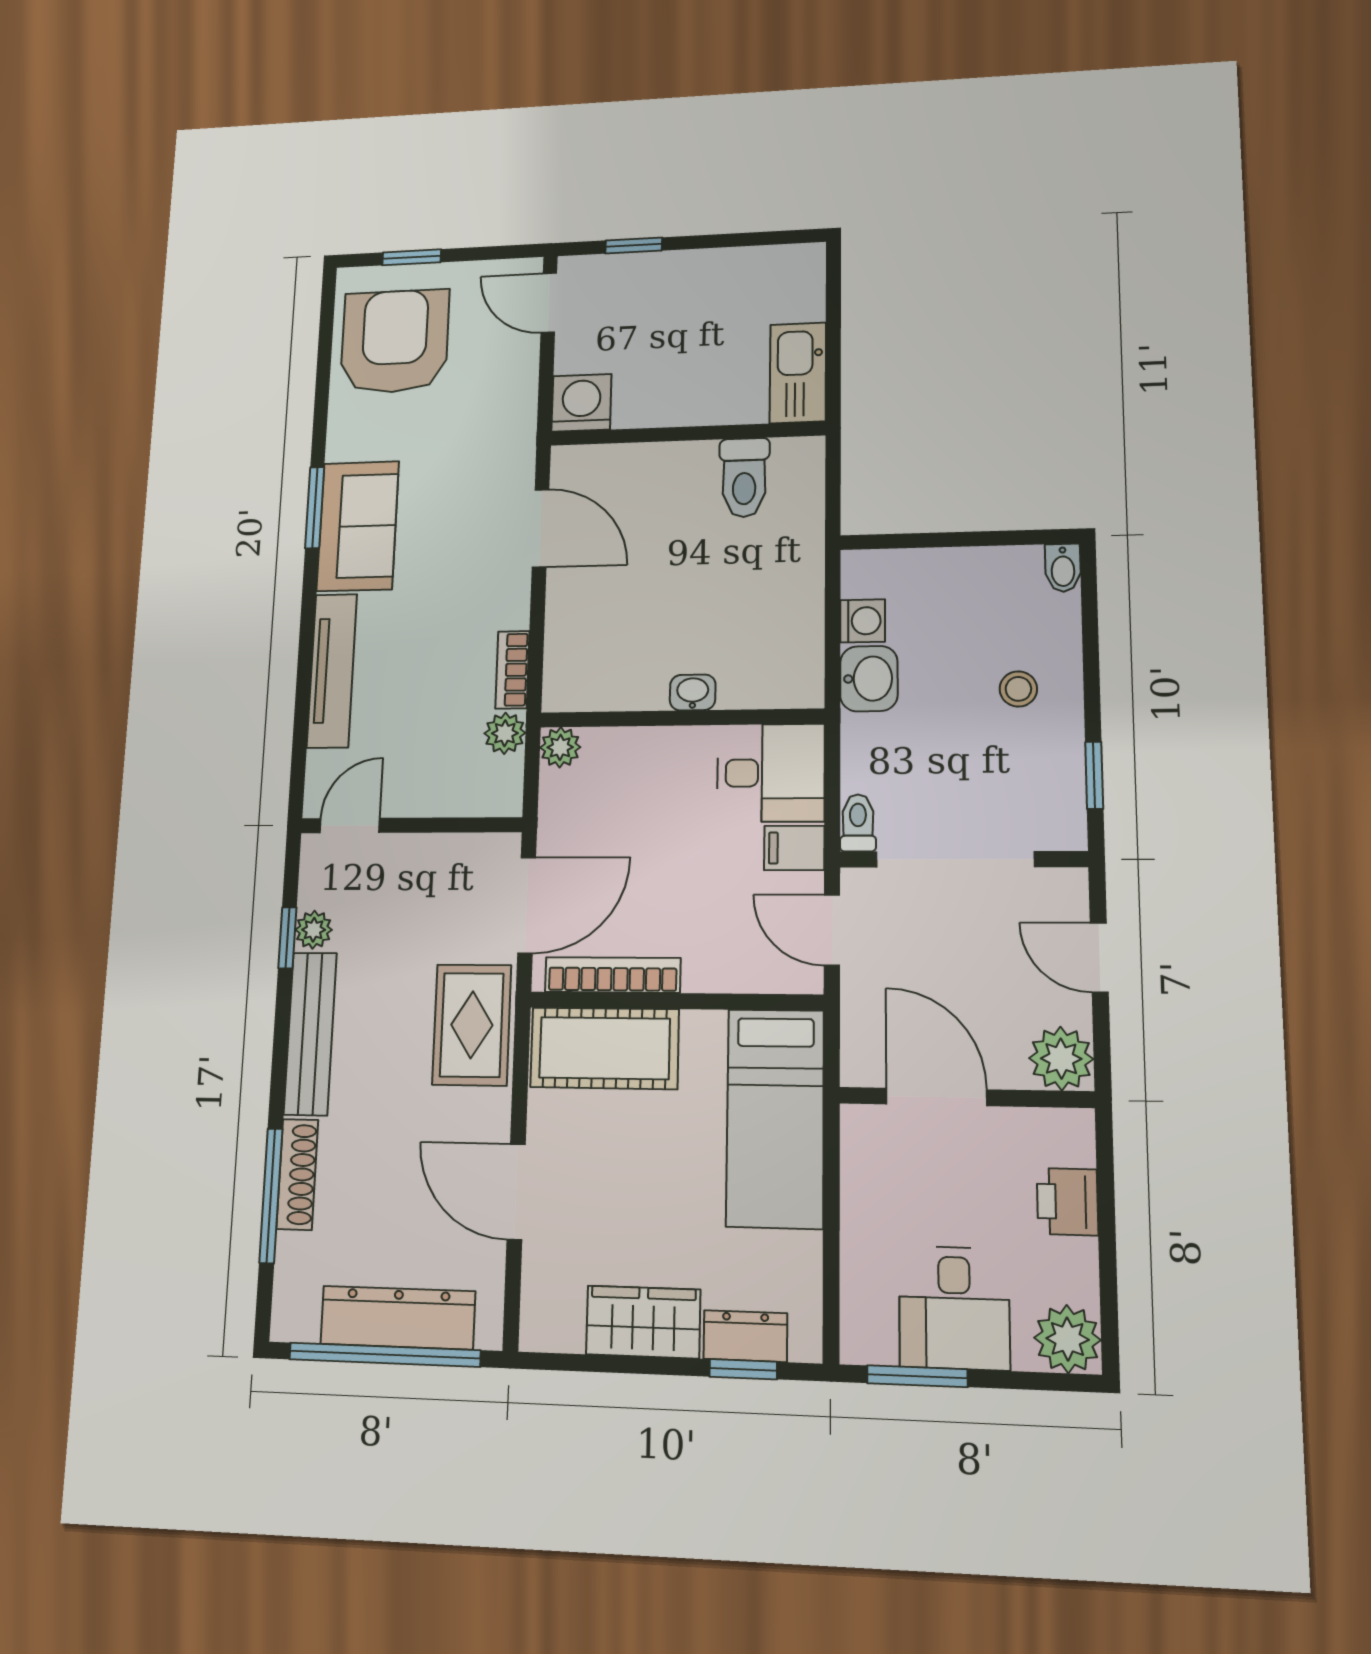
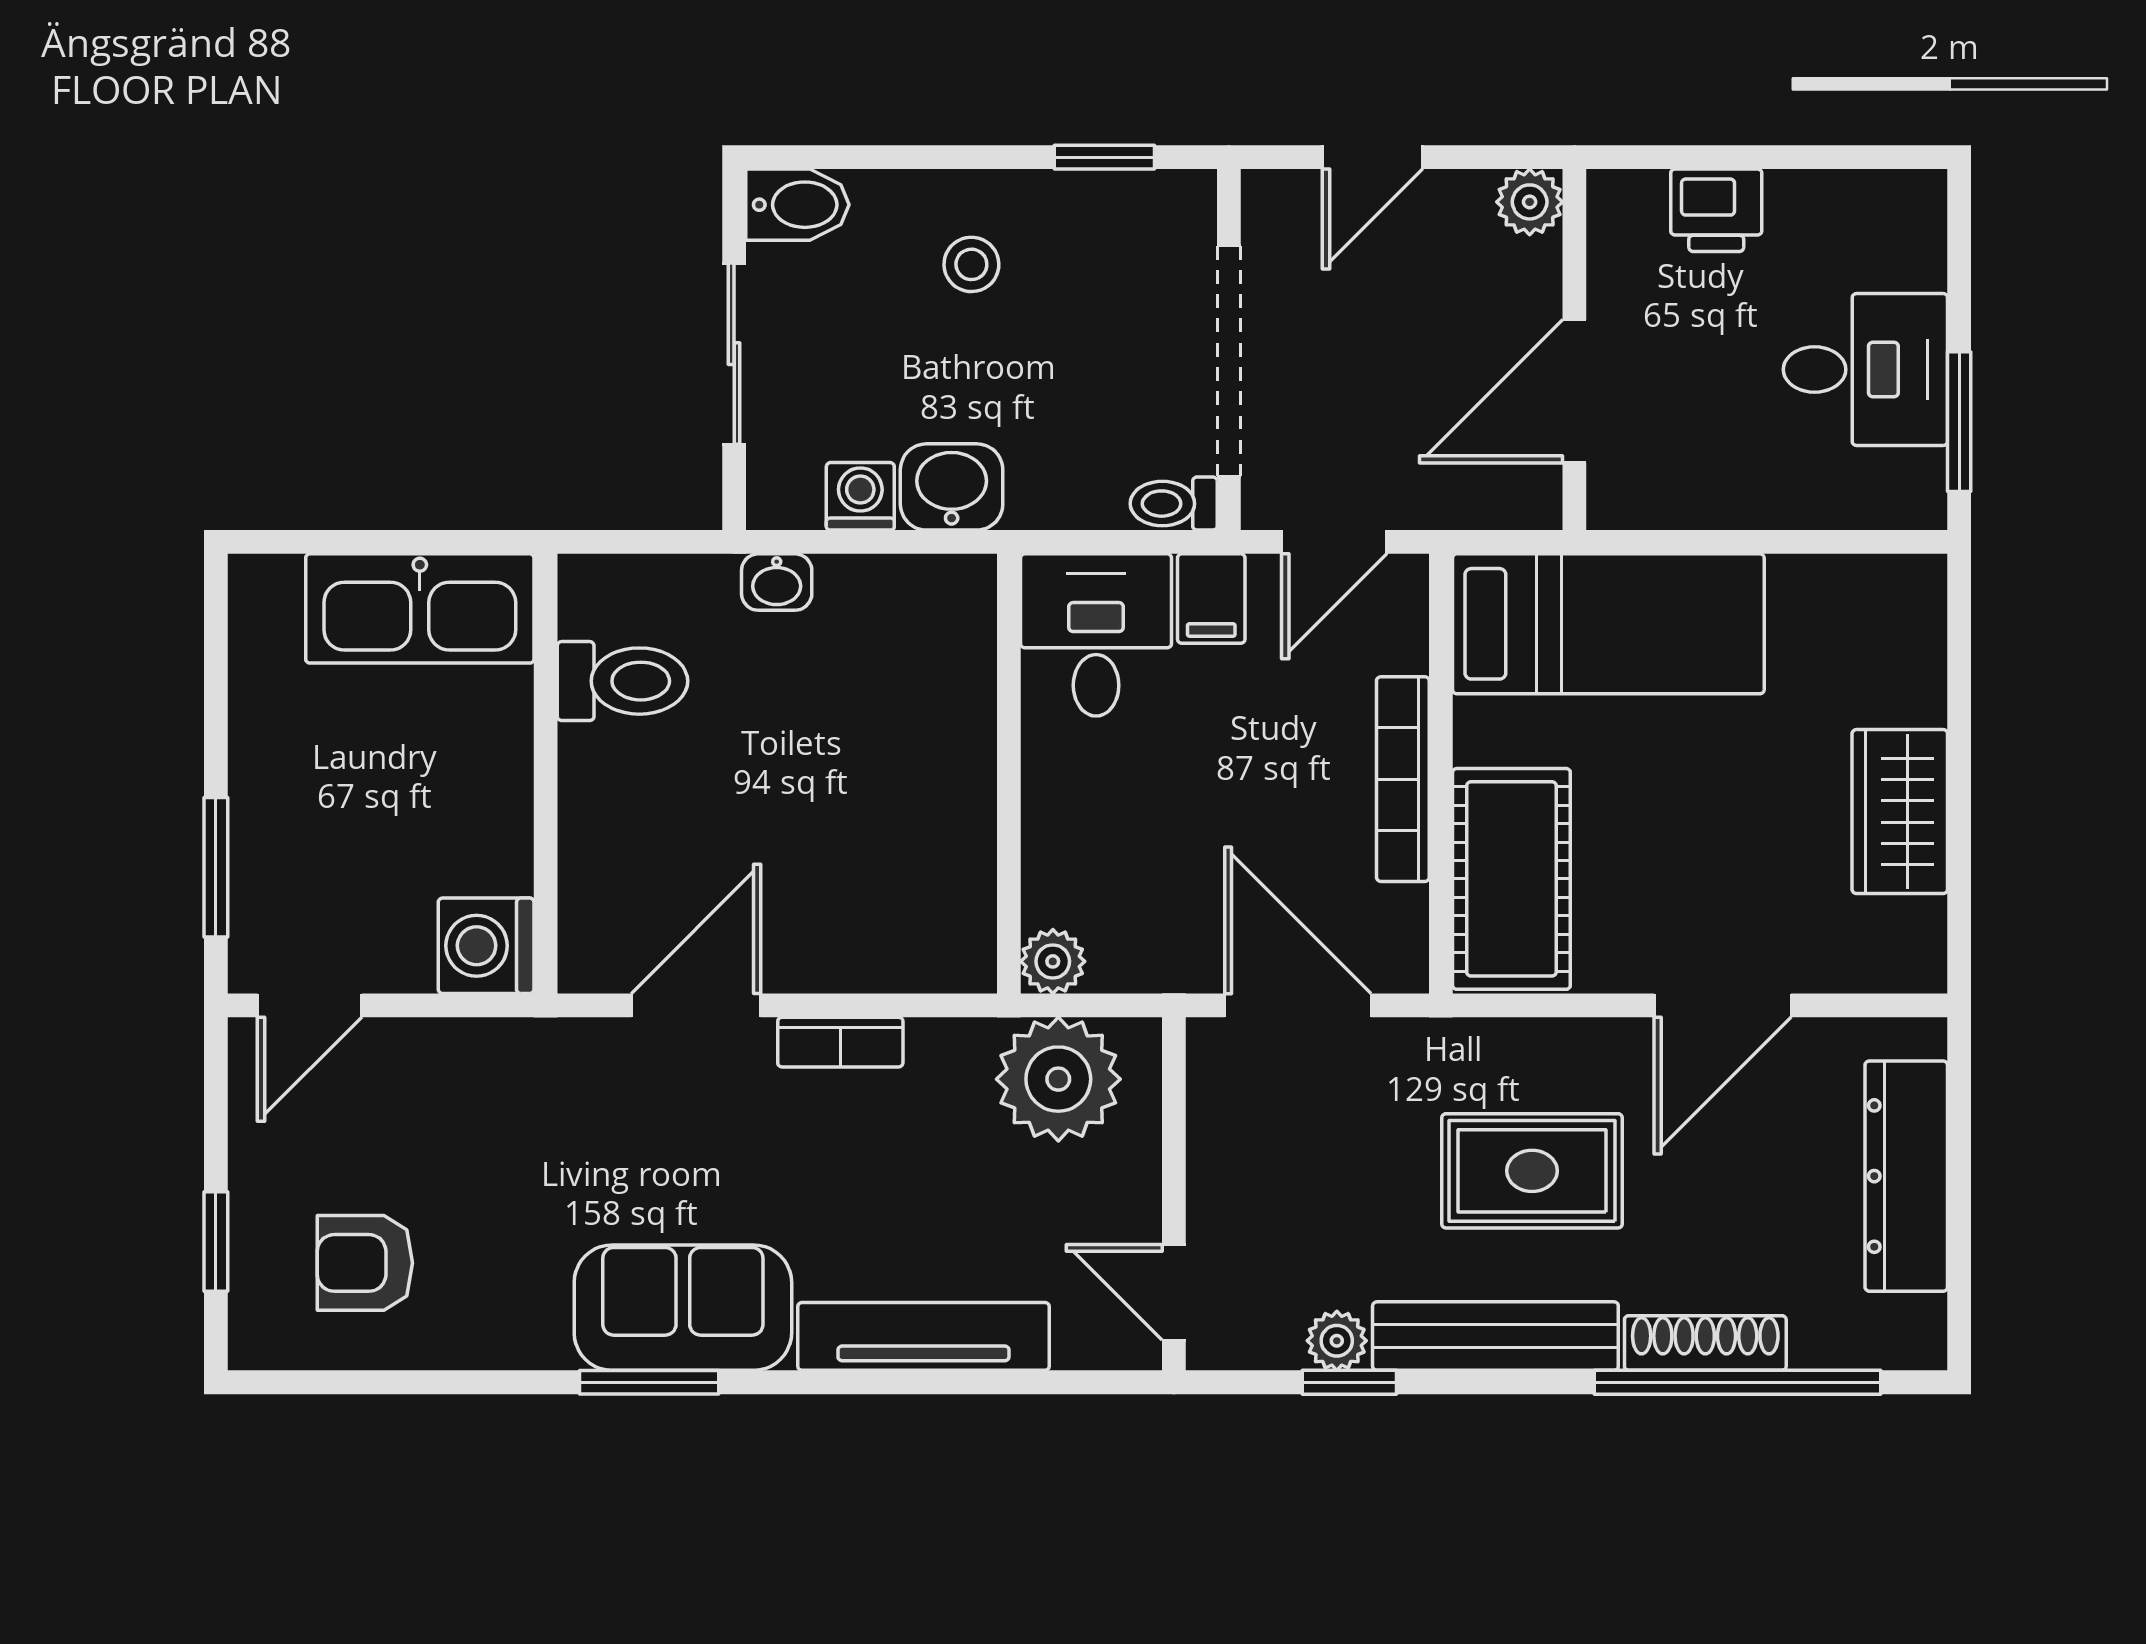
window: (634, 245) -> (216, 867), width x1.50
armchair: (395, 341) -> (365, 1263), width x0.53, depth x0.53
kitchen sink: (798, 373) -> (420, 608), width x1.36, depth x1.24
sliding door: (956, 539) -> (734, 354), added
bidet: (1063, 568) -> (798, 205), width x1.38, depth x1.36
bookcase: (512, 670) -> (840, 1042), moved
washbasin: (693, 692) -> (777, 582), moved, turned -90
plant: (505, 733) -> (1058, 1079), width x1.88, depth x1.88
bookcase: (613, 975) -> (1403, 779), moved
rug: (472, 1025) -> (1532, 1171), moved
plant: (1061, 1059) -> (1530, 202), width x0.73, depth x0.73
window: (271, 1196) -> (1737, 1382), width x1.46
dresser: (745, 1336) -> (1914, 664), removed
plant: (1067, 1339) -> (1902, 215), removed
window: (384, 1355) -> (1959, 1193), removed
window: (743, 1369) -> (1959, 666), removed

